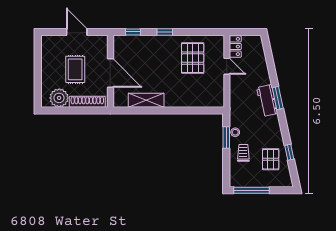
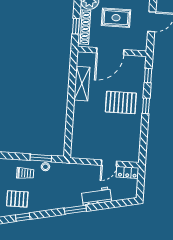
pallet: (193, 58) -> (121, 102), moved
workbench: (267, 101) -> (96, 196), moved
window: (87, 110) -> (76, 26), added

